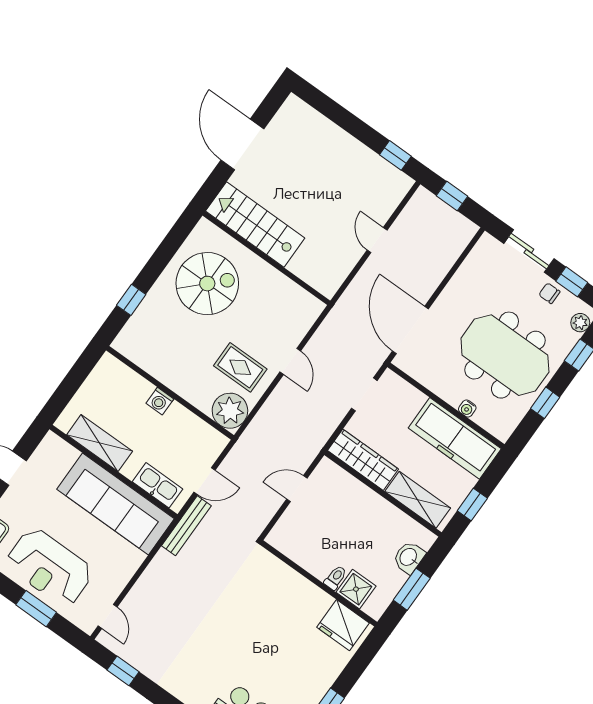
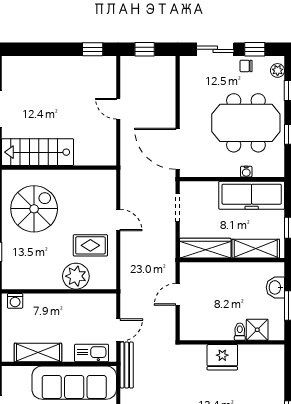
washing machine: (160, 401) -> (15, 301), moved
plant: (230, 411) -> (76, 276), moved
fridge: (343, 625) -> (222, 357), moved

